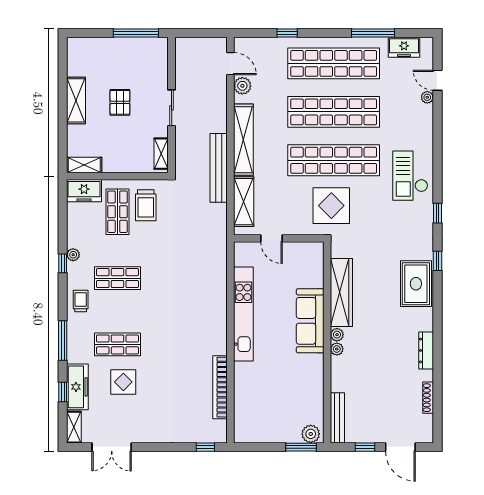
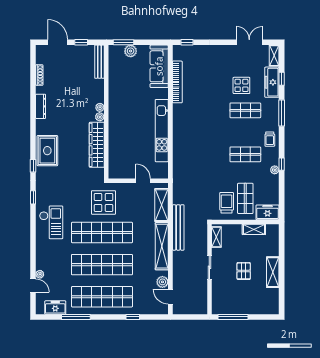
shelving: (84, 165) -> (254, 229), moved
sofa: (310, 321) -> (159, 66), moved, turned 180
plant: (311, 434) -> (131, 51), moved

